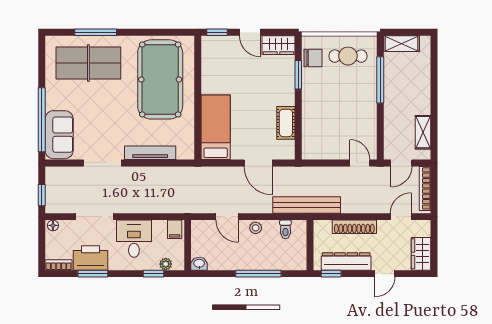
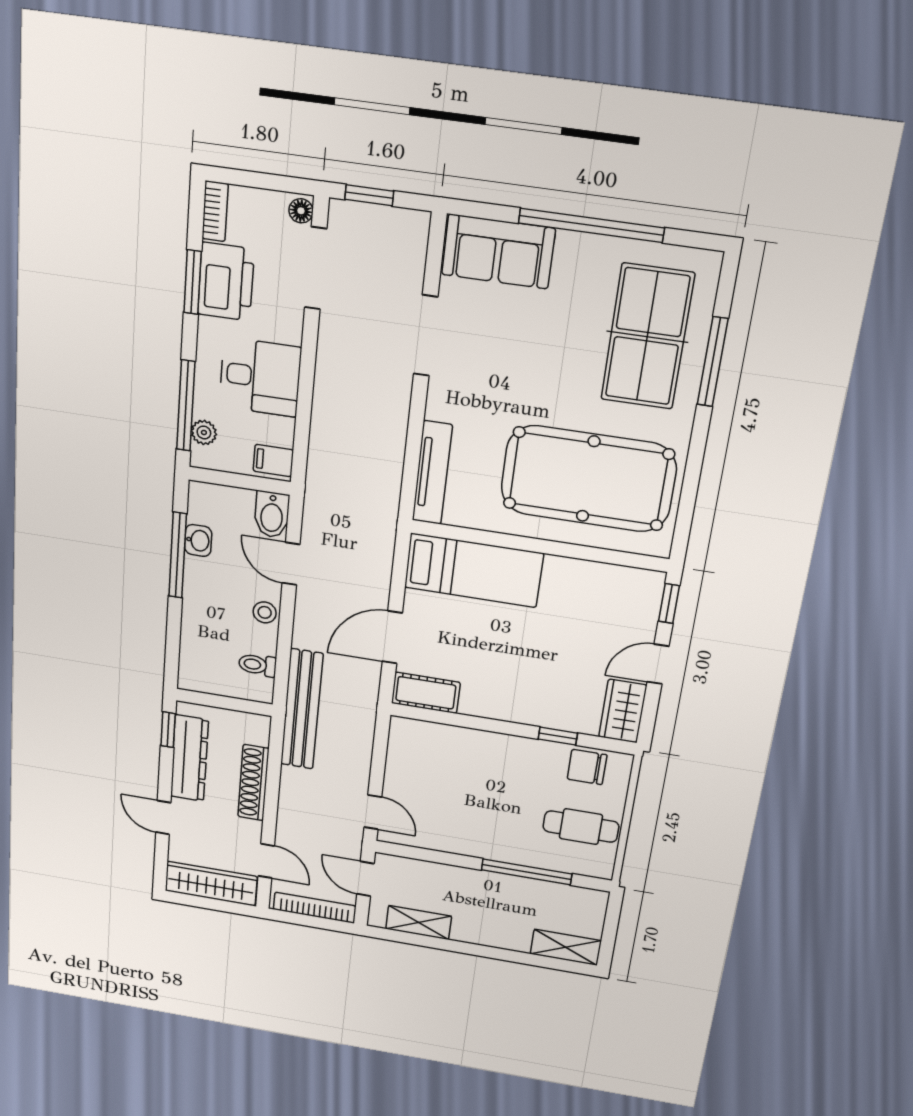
shelving: (401, 44) -> (566, 947), moved, turned 90
cafe table: (348, 56) -> (581, 827), turned 90
chair: (313, 58) -> (587, 767), turned 90
window: (298, 75) -> (558, 736), width x0.67
window: (42, 120) -> (591, 225), moved
cot: (286, 123) -> (426, 693), moved
tv unit: (150, 153) -> (432, 473), moved
door: (360, 163) -> (373, 812), hinge flipped
doorway: (95, 217) -> (316, 268), moved
door: (227, 217) -> (291, 564), hinge flipped
bidet: (203, 228) -> (272, 515), added
wardrobe: (421, 254) -> (211, 884), width x1.50
washbasin: (199, 264) -> (198, 540), moved
window: (153, 274) -> (186, 406), width x2.17
window: (258, 274) -> (178, 555), moved

